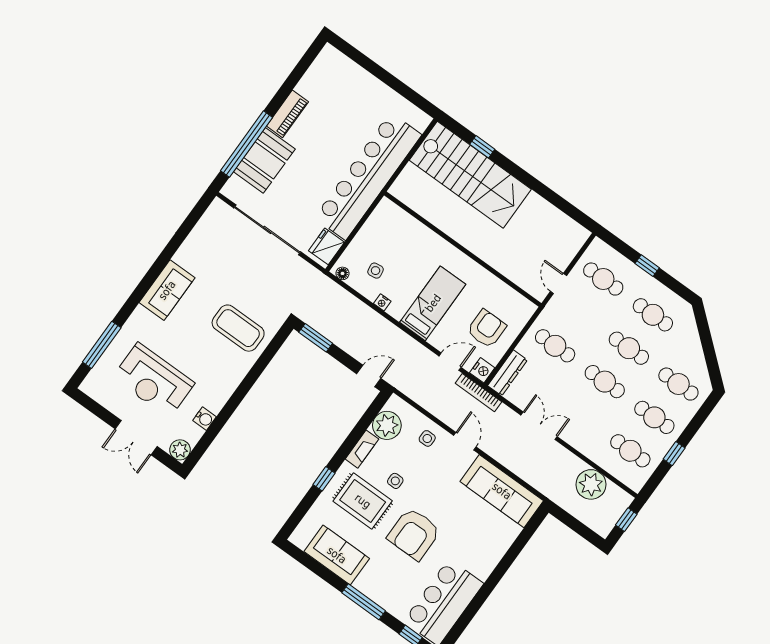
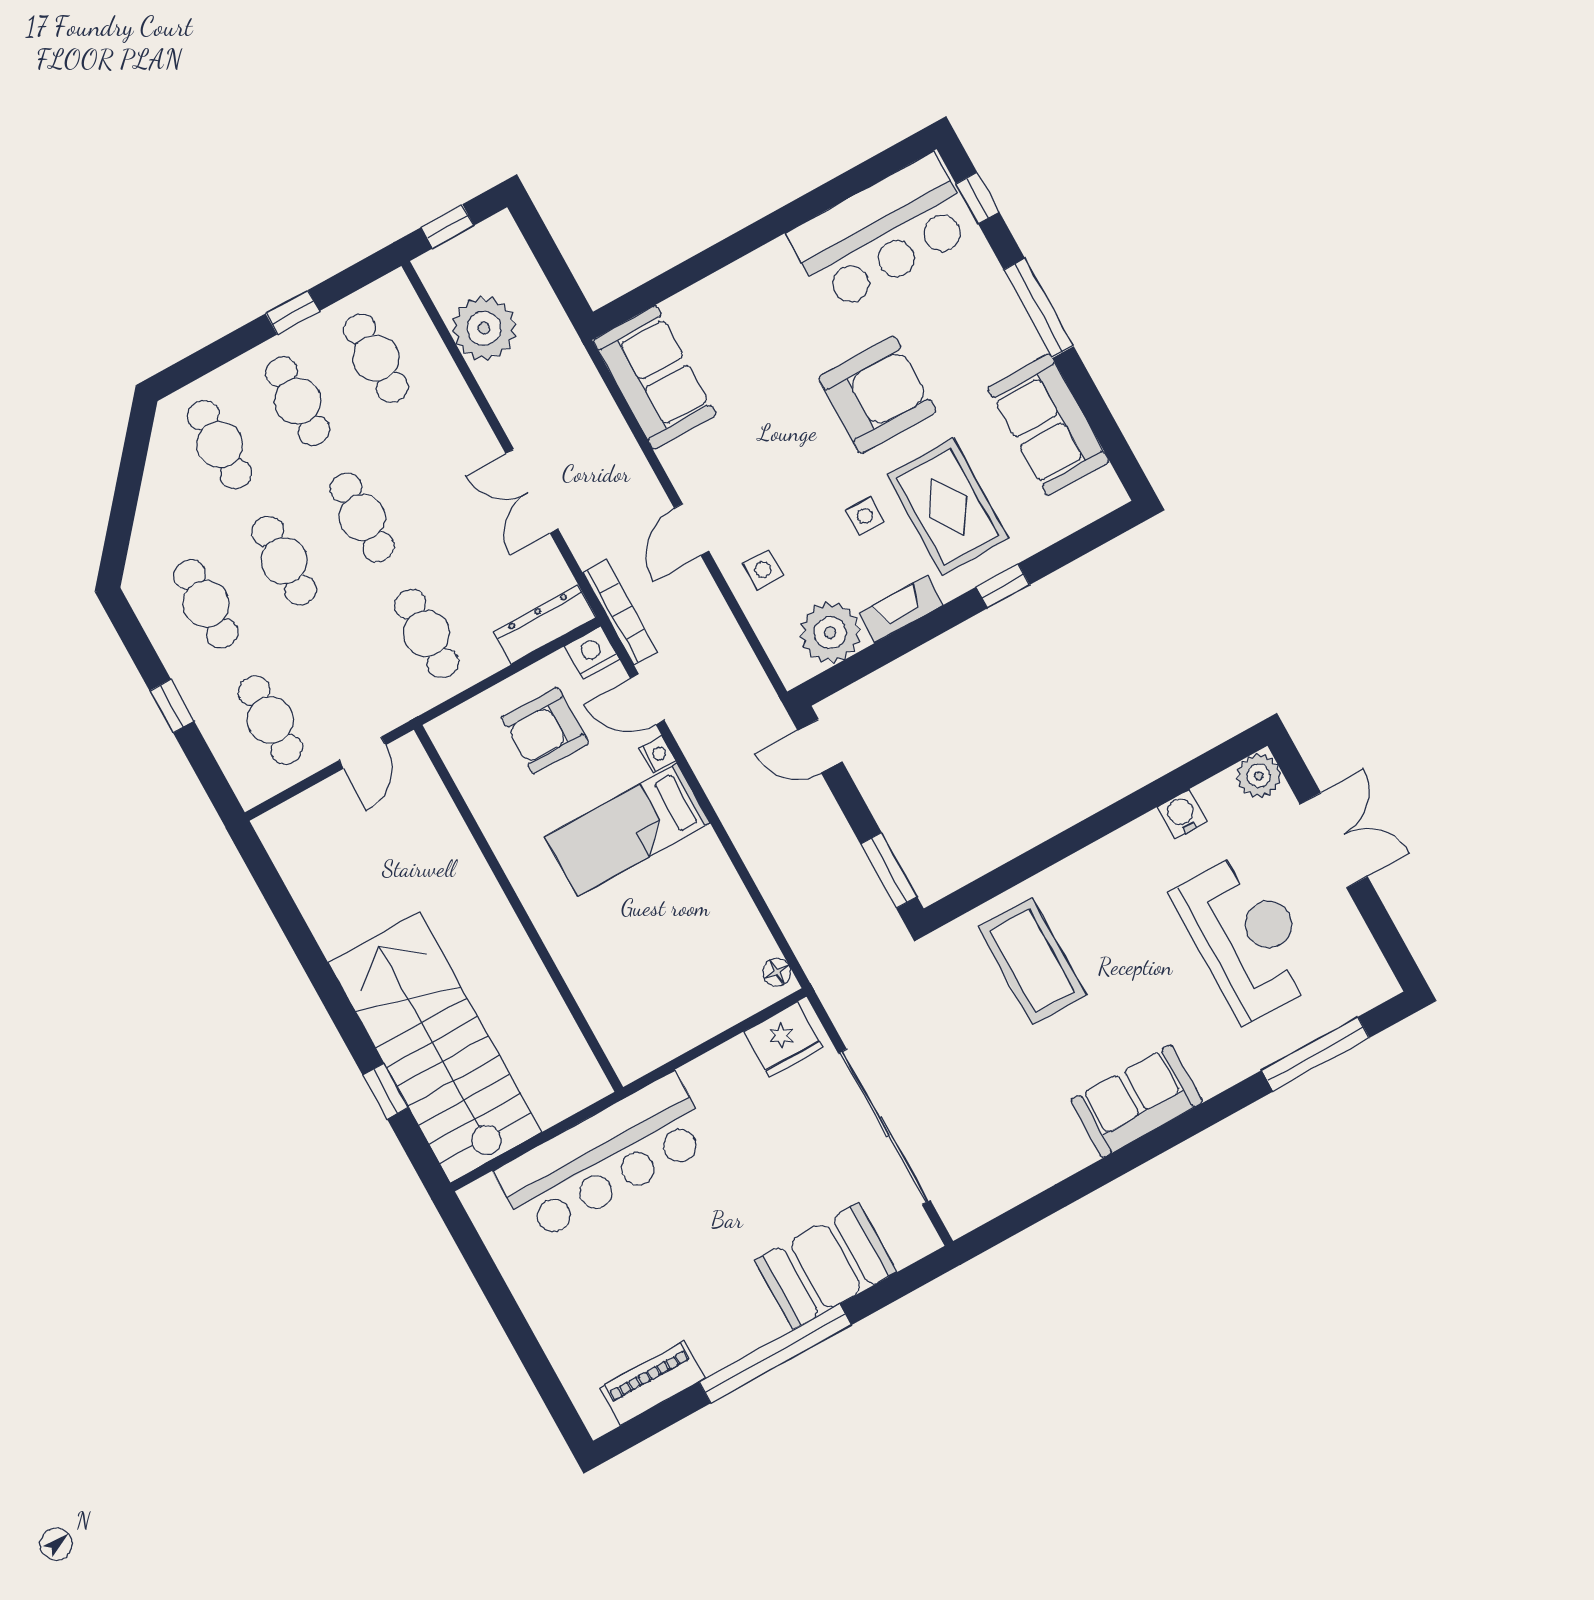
piano: (287, 114) -> (653, 1383), moved
window: (246, 144) -> (775, 1354), moved
bar counter: (368, 176) -> (604, 1157), width x0.73
side table: (376, 271) -> (709, 947), removed
nightstand: (382, 302) -> (657, 755), moved
sofa: (502, 491) -> (655, 378), width x0.73

